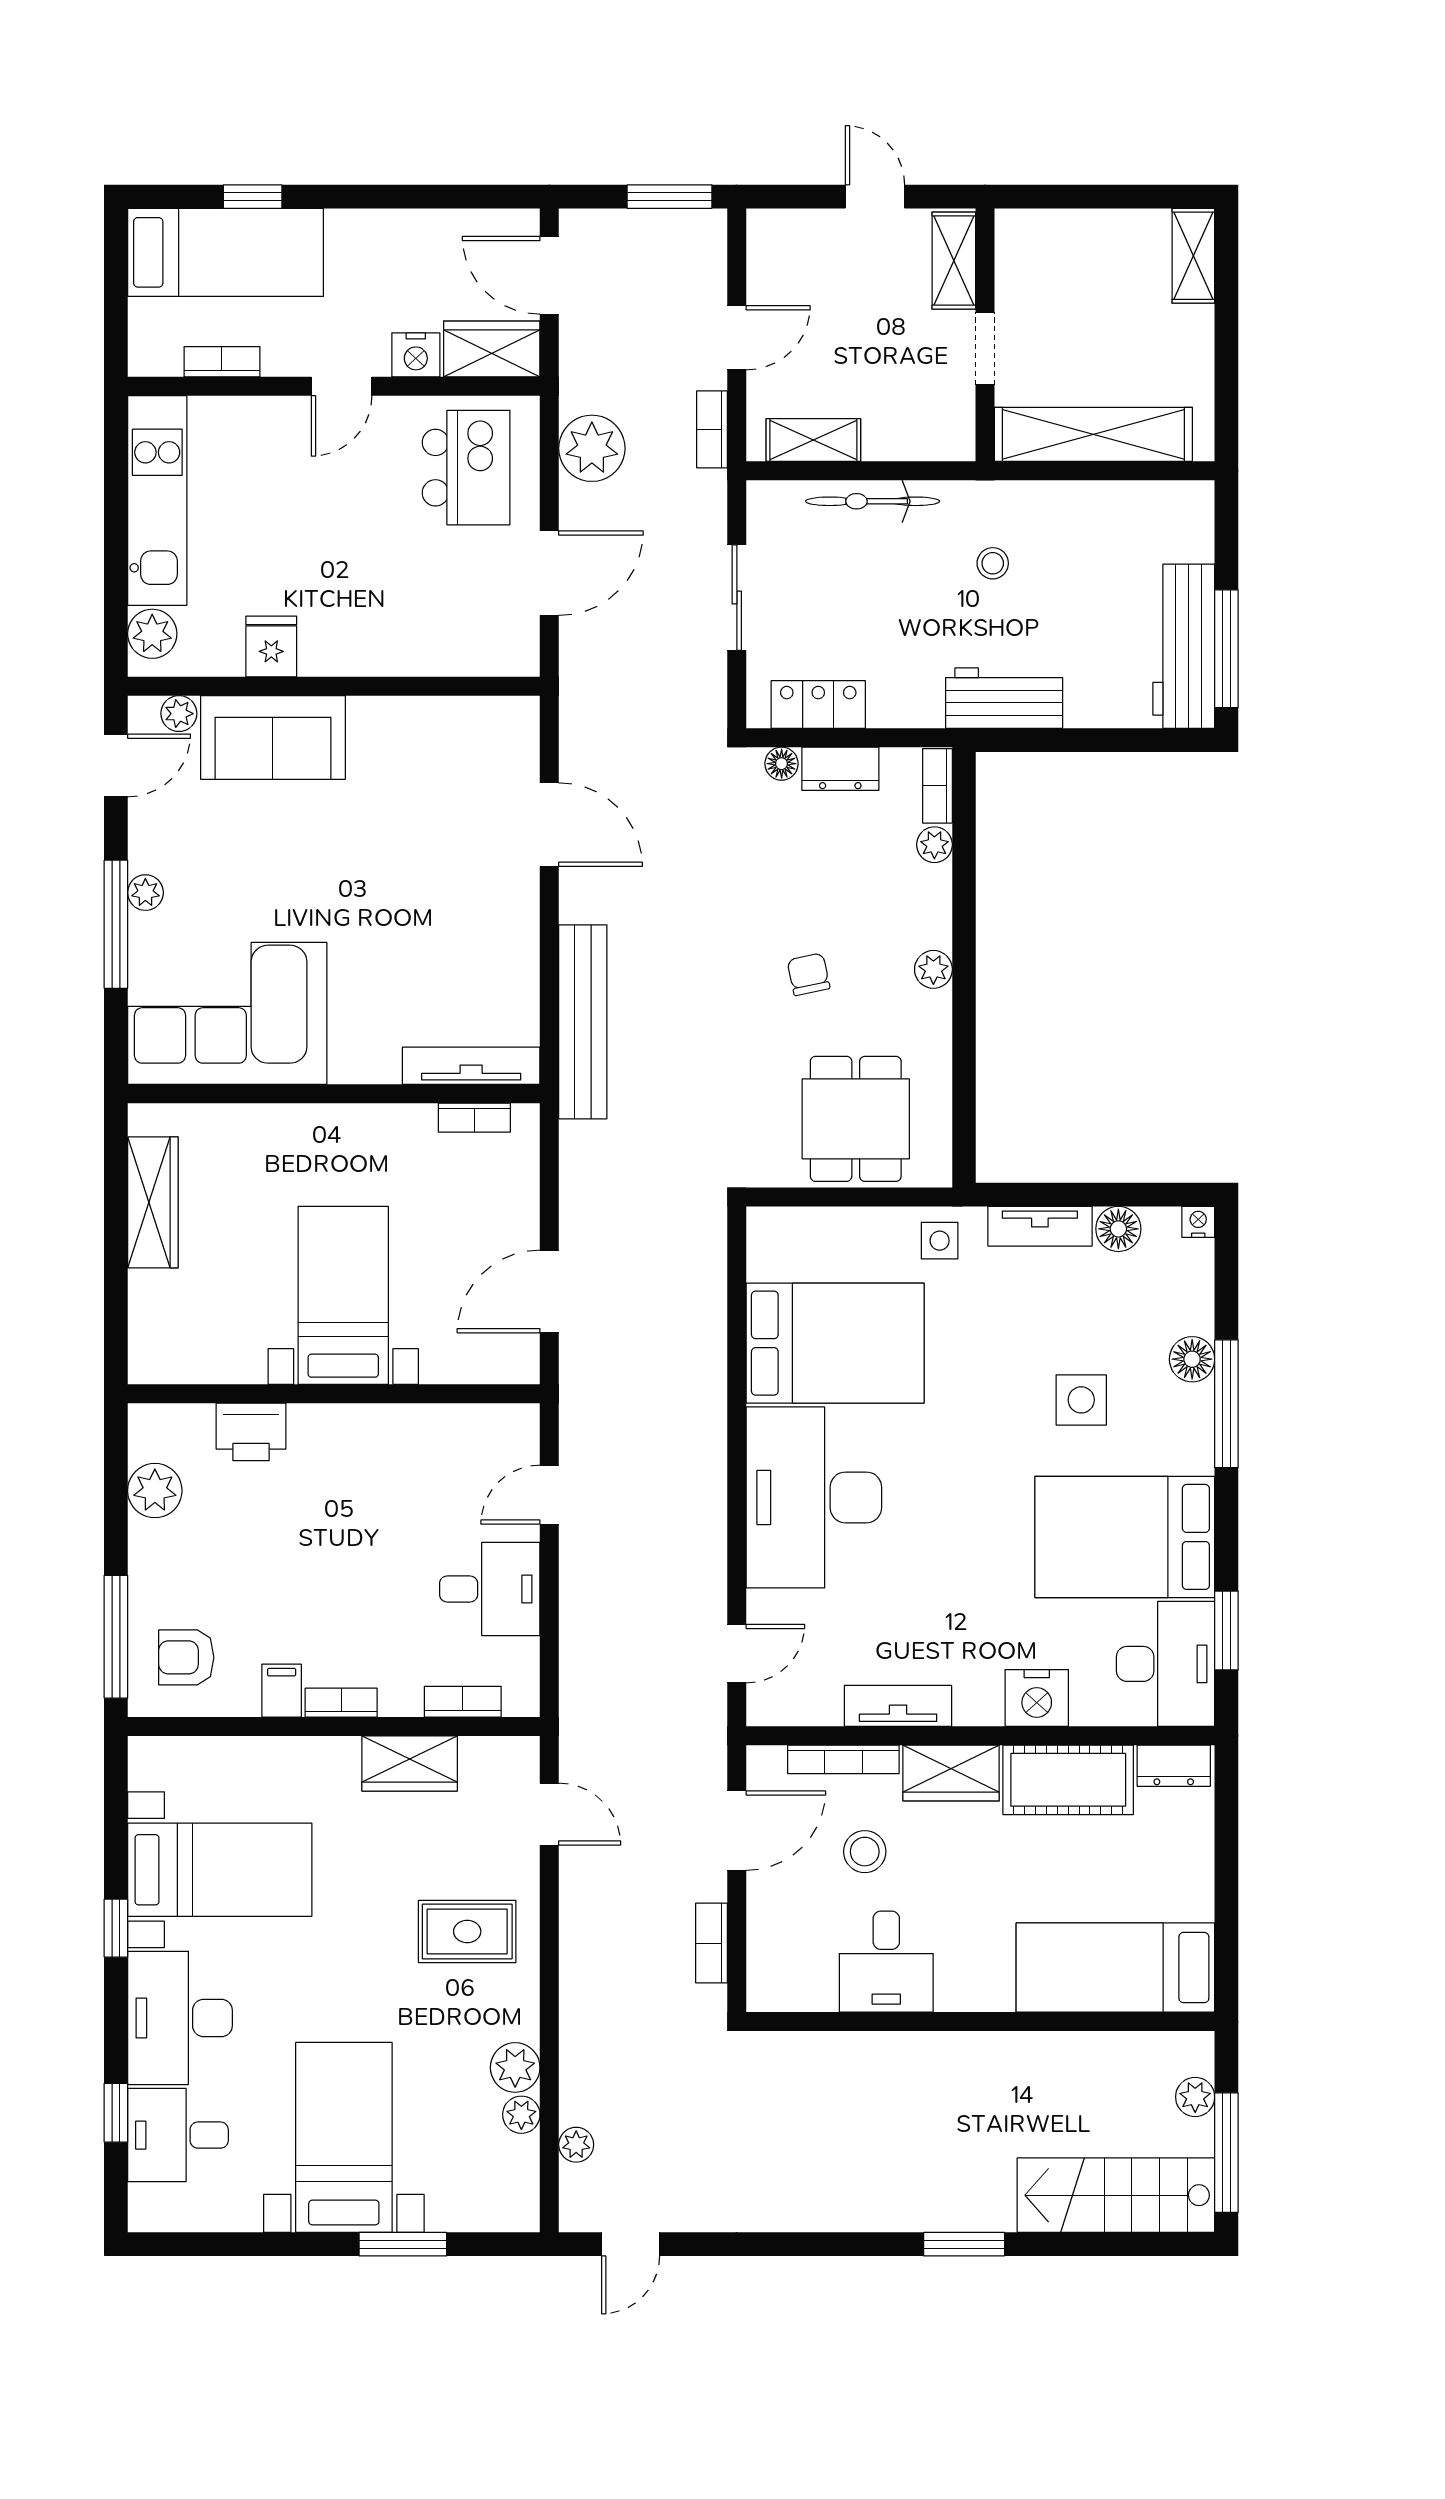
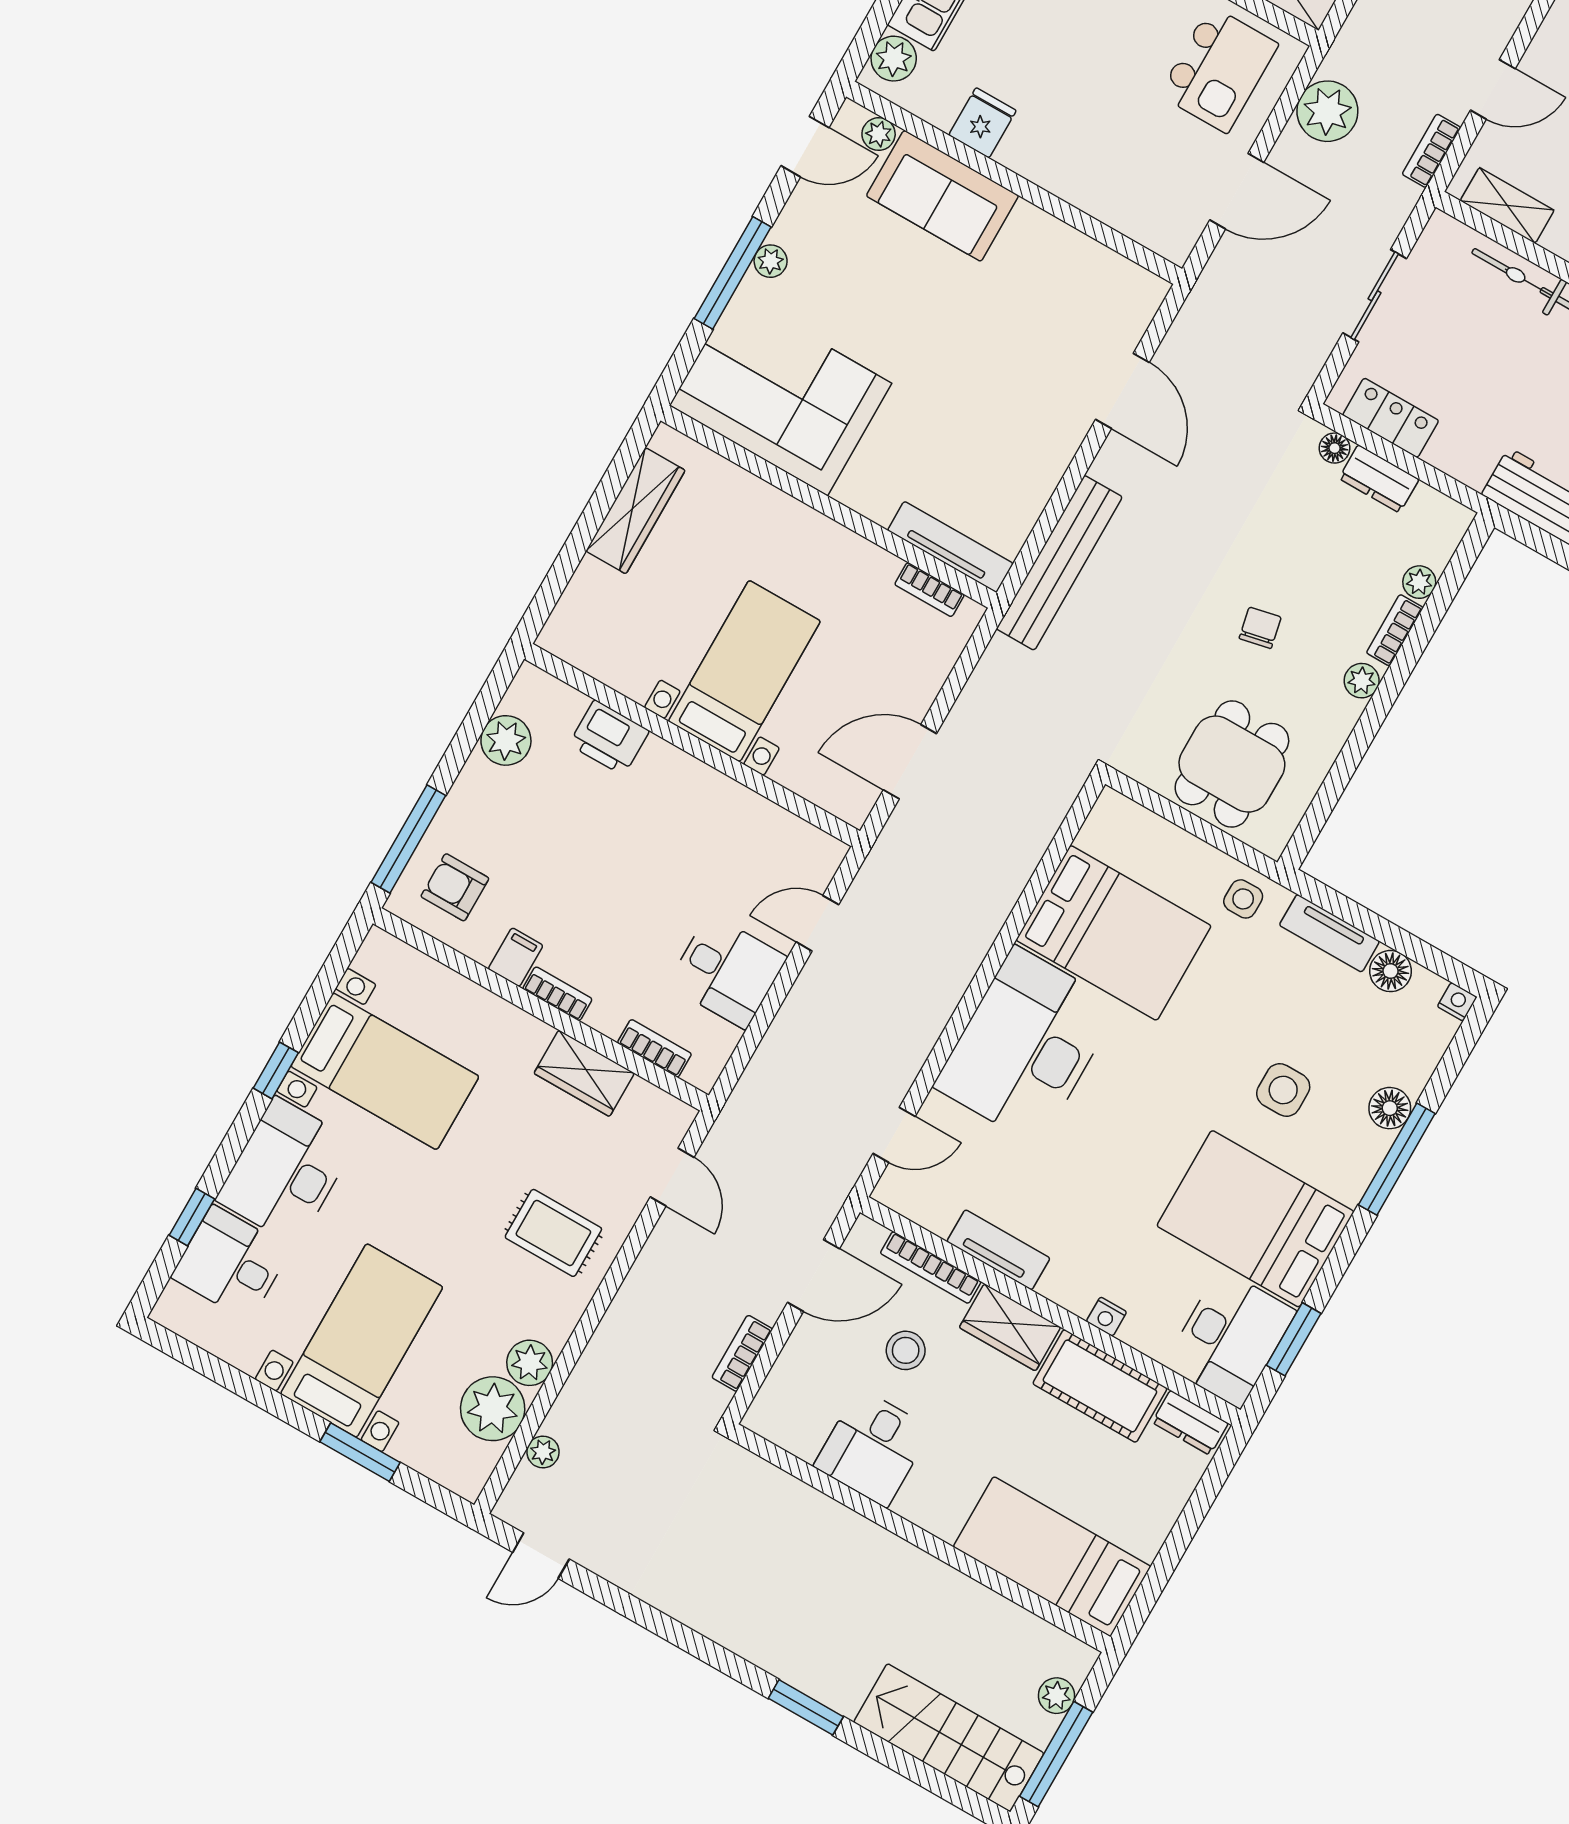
bookcase: (937, 786) -> (1395, 630), moved
nightstand: (1037, 1698) -> (1106, 1317), width x0.53, depth x0.56
plant: (521, 2115) -> (493, 1409), width x1.88, depth x1.88

